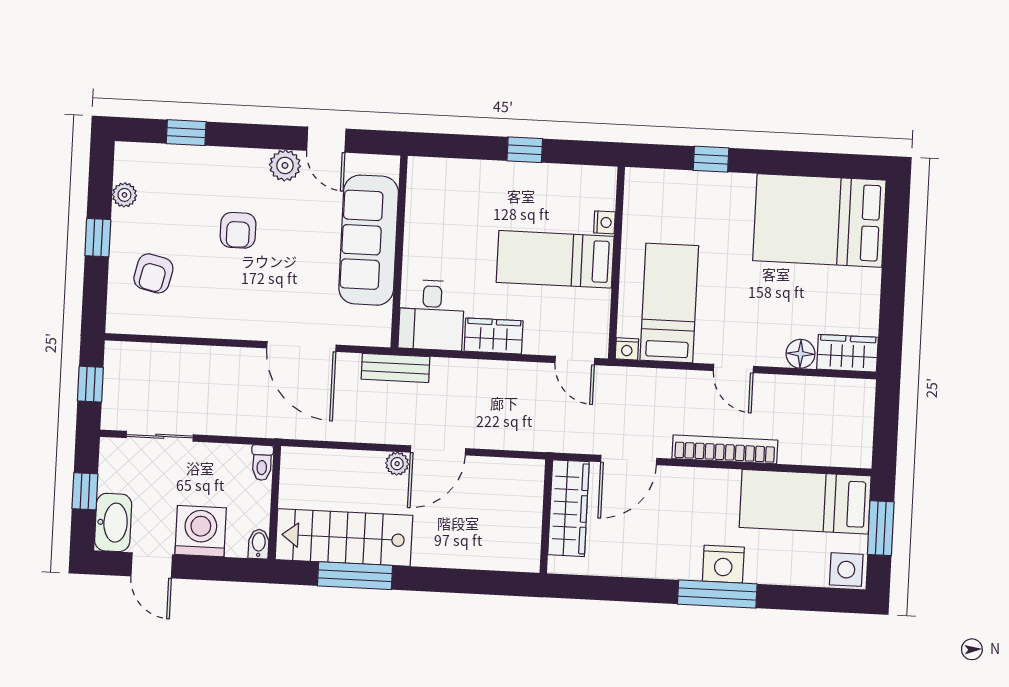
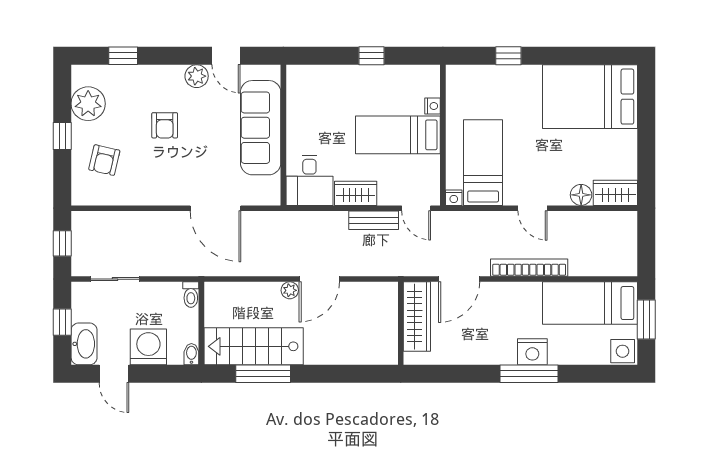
plant: (124, 195) -> (88, 104), width x1.88, depth x1.88
bench: (395, 368) -> (374, 220), moved

